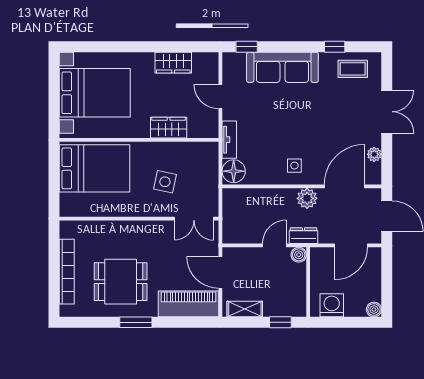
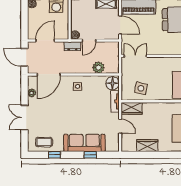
window: (247, 47) -> (90, 155), moved
wardrobe: (169, 128) -> (132, 108), moved
side table: (165, 182) -> (141, 88), moved
plant: (307, 198) -> (98, 68), moved

